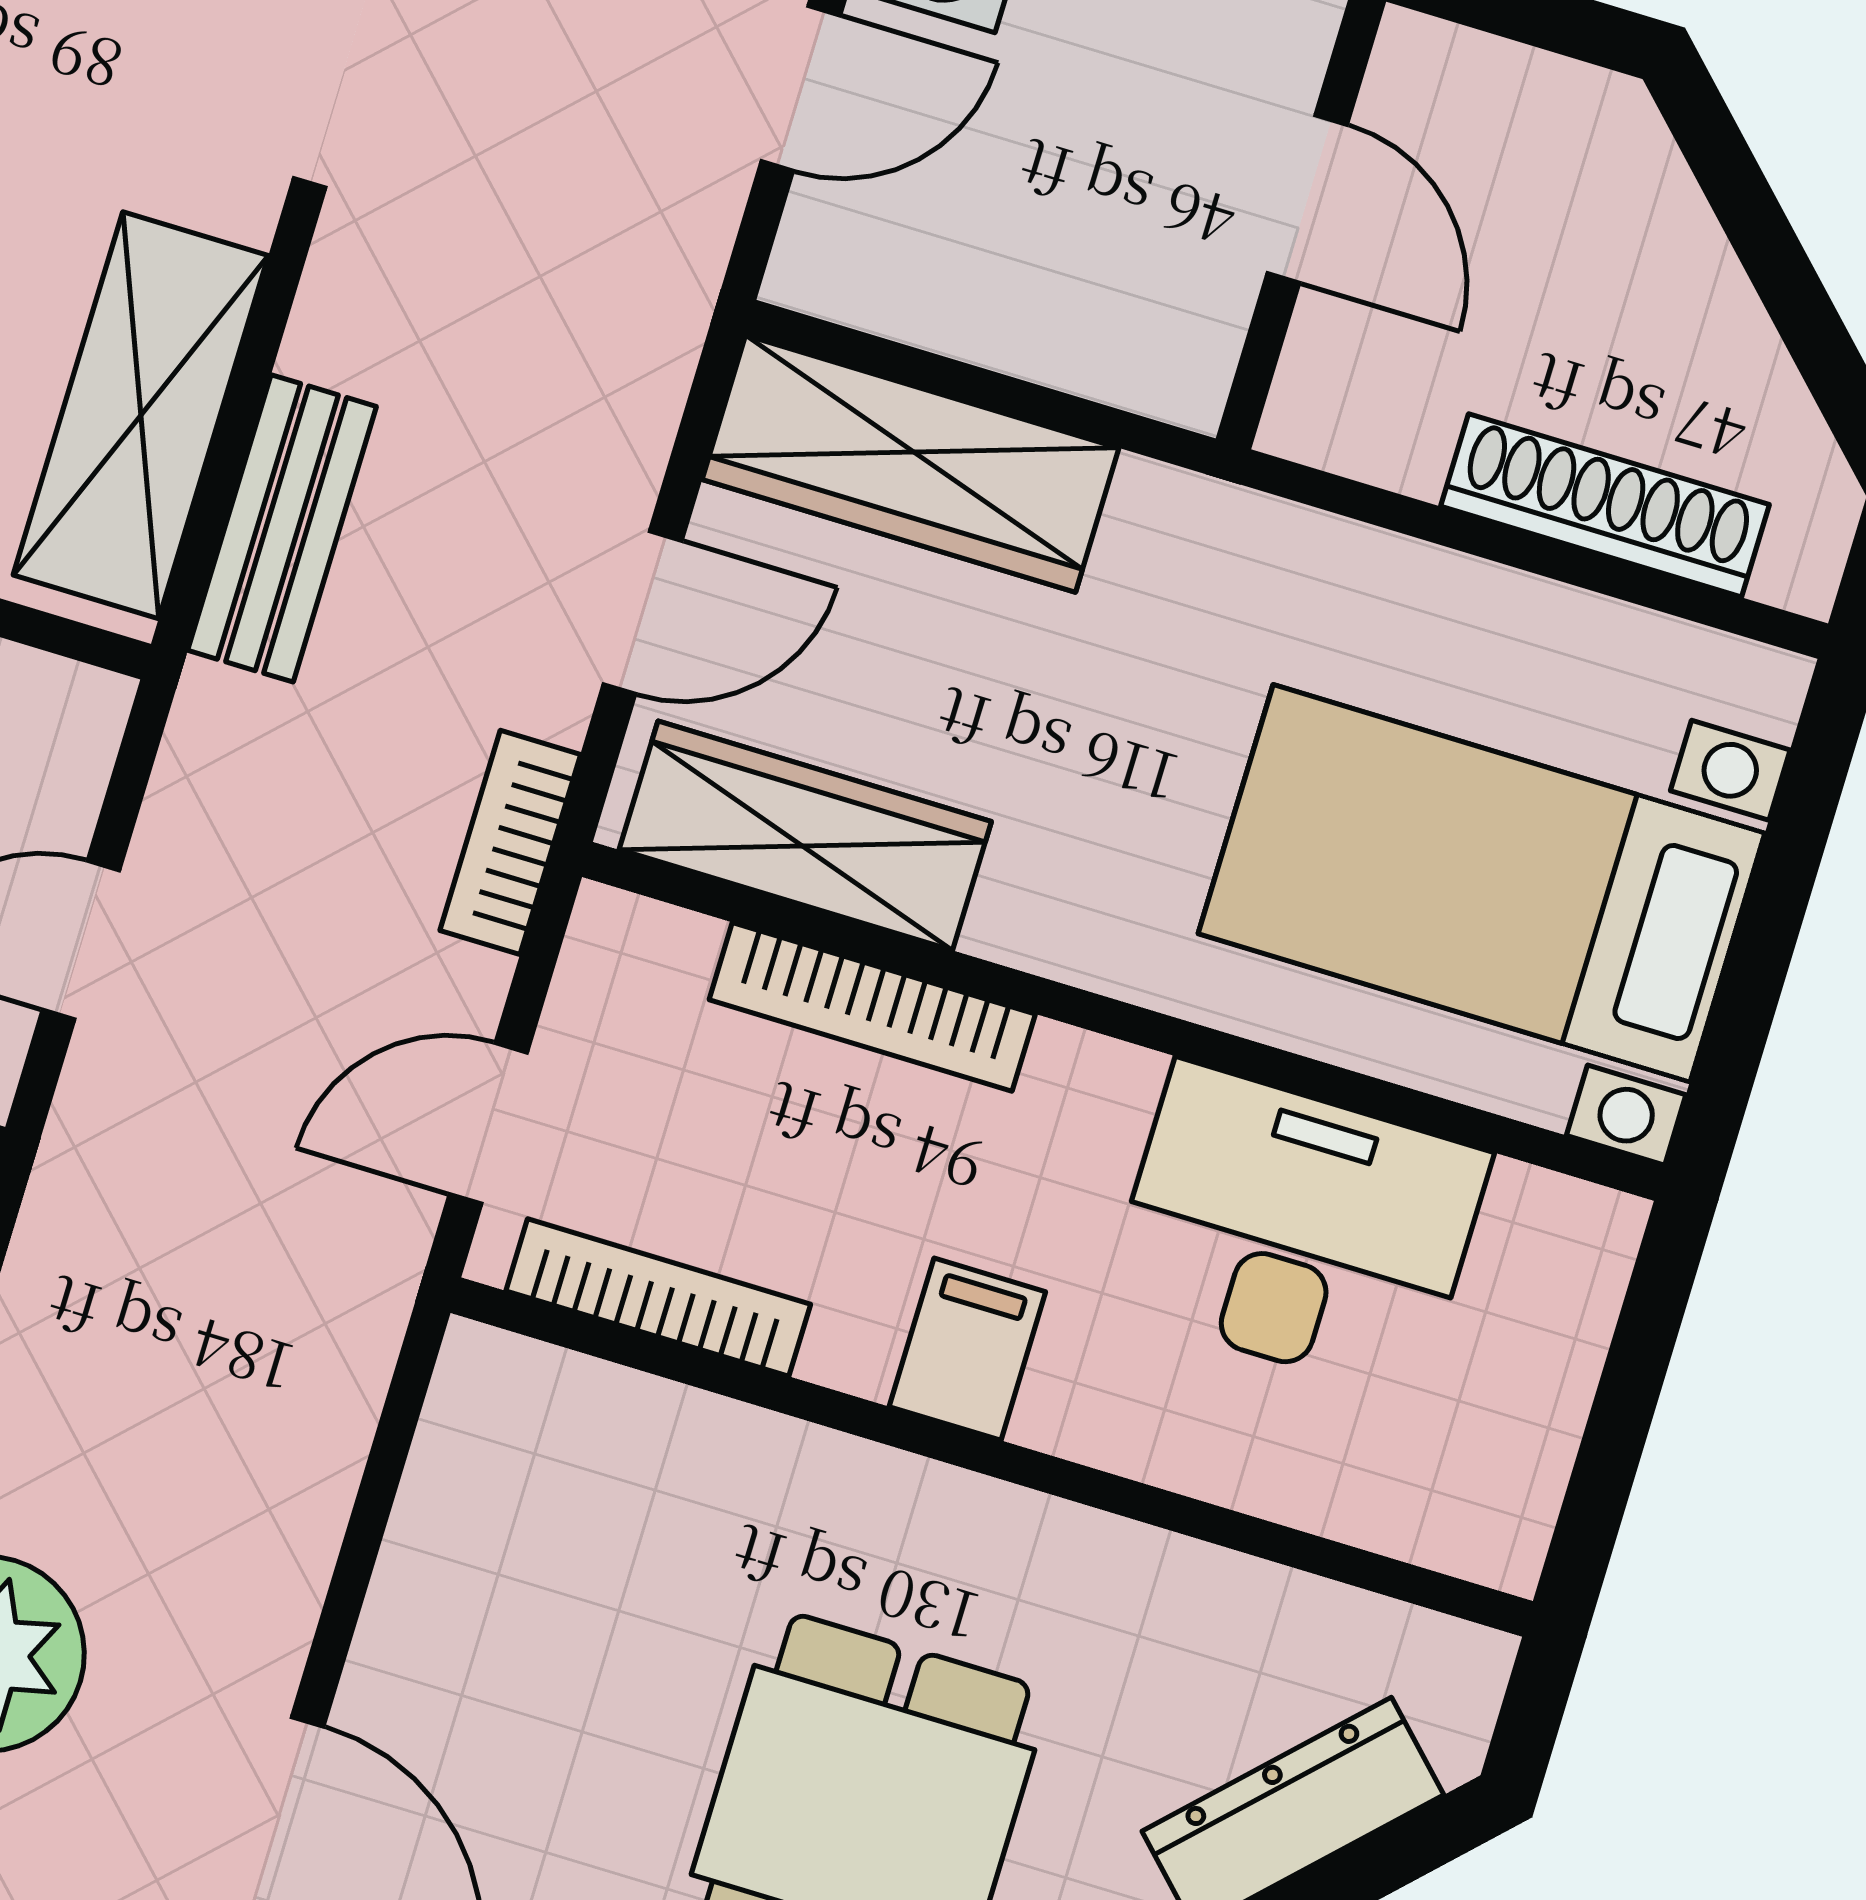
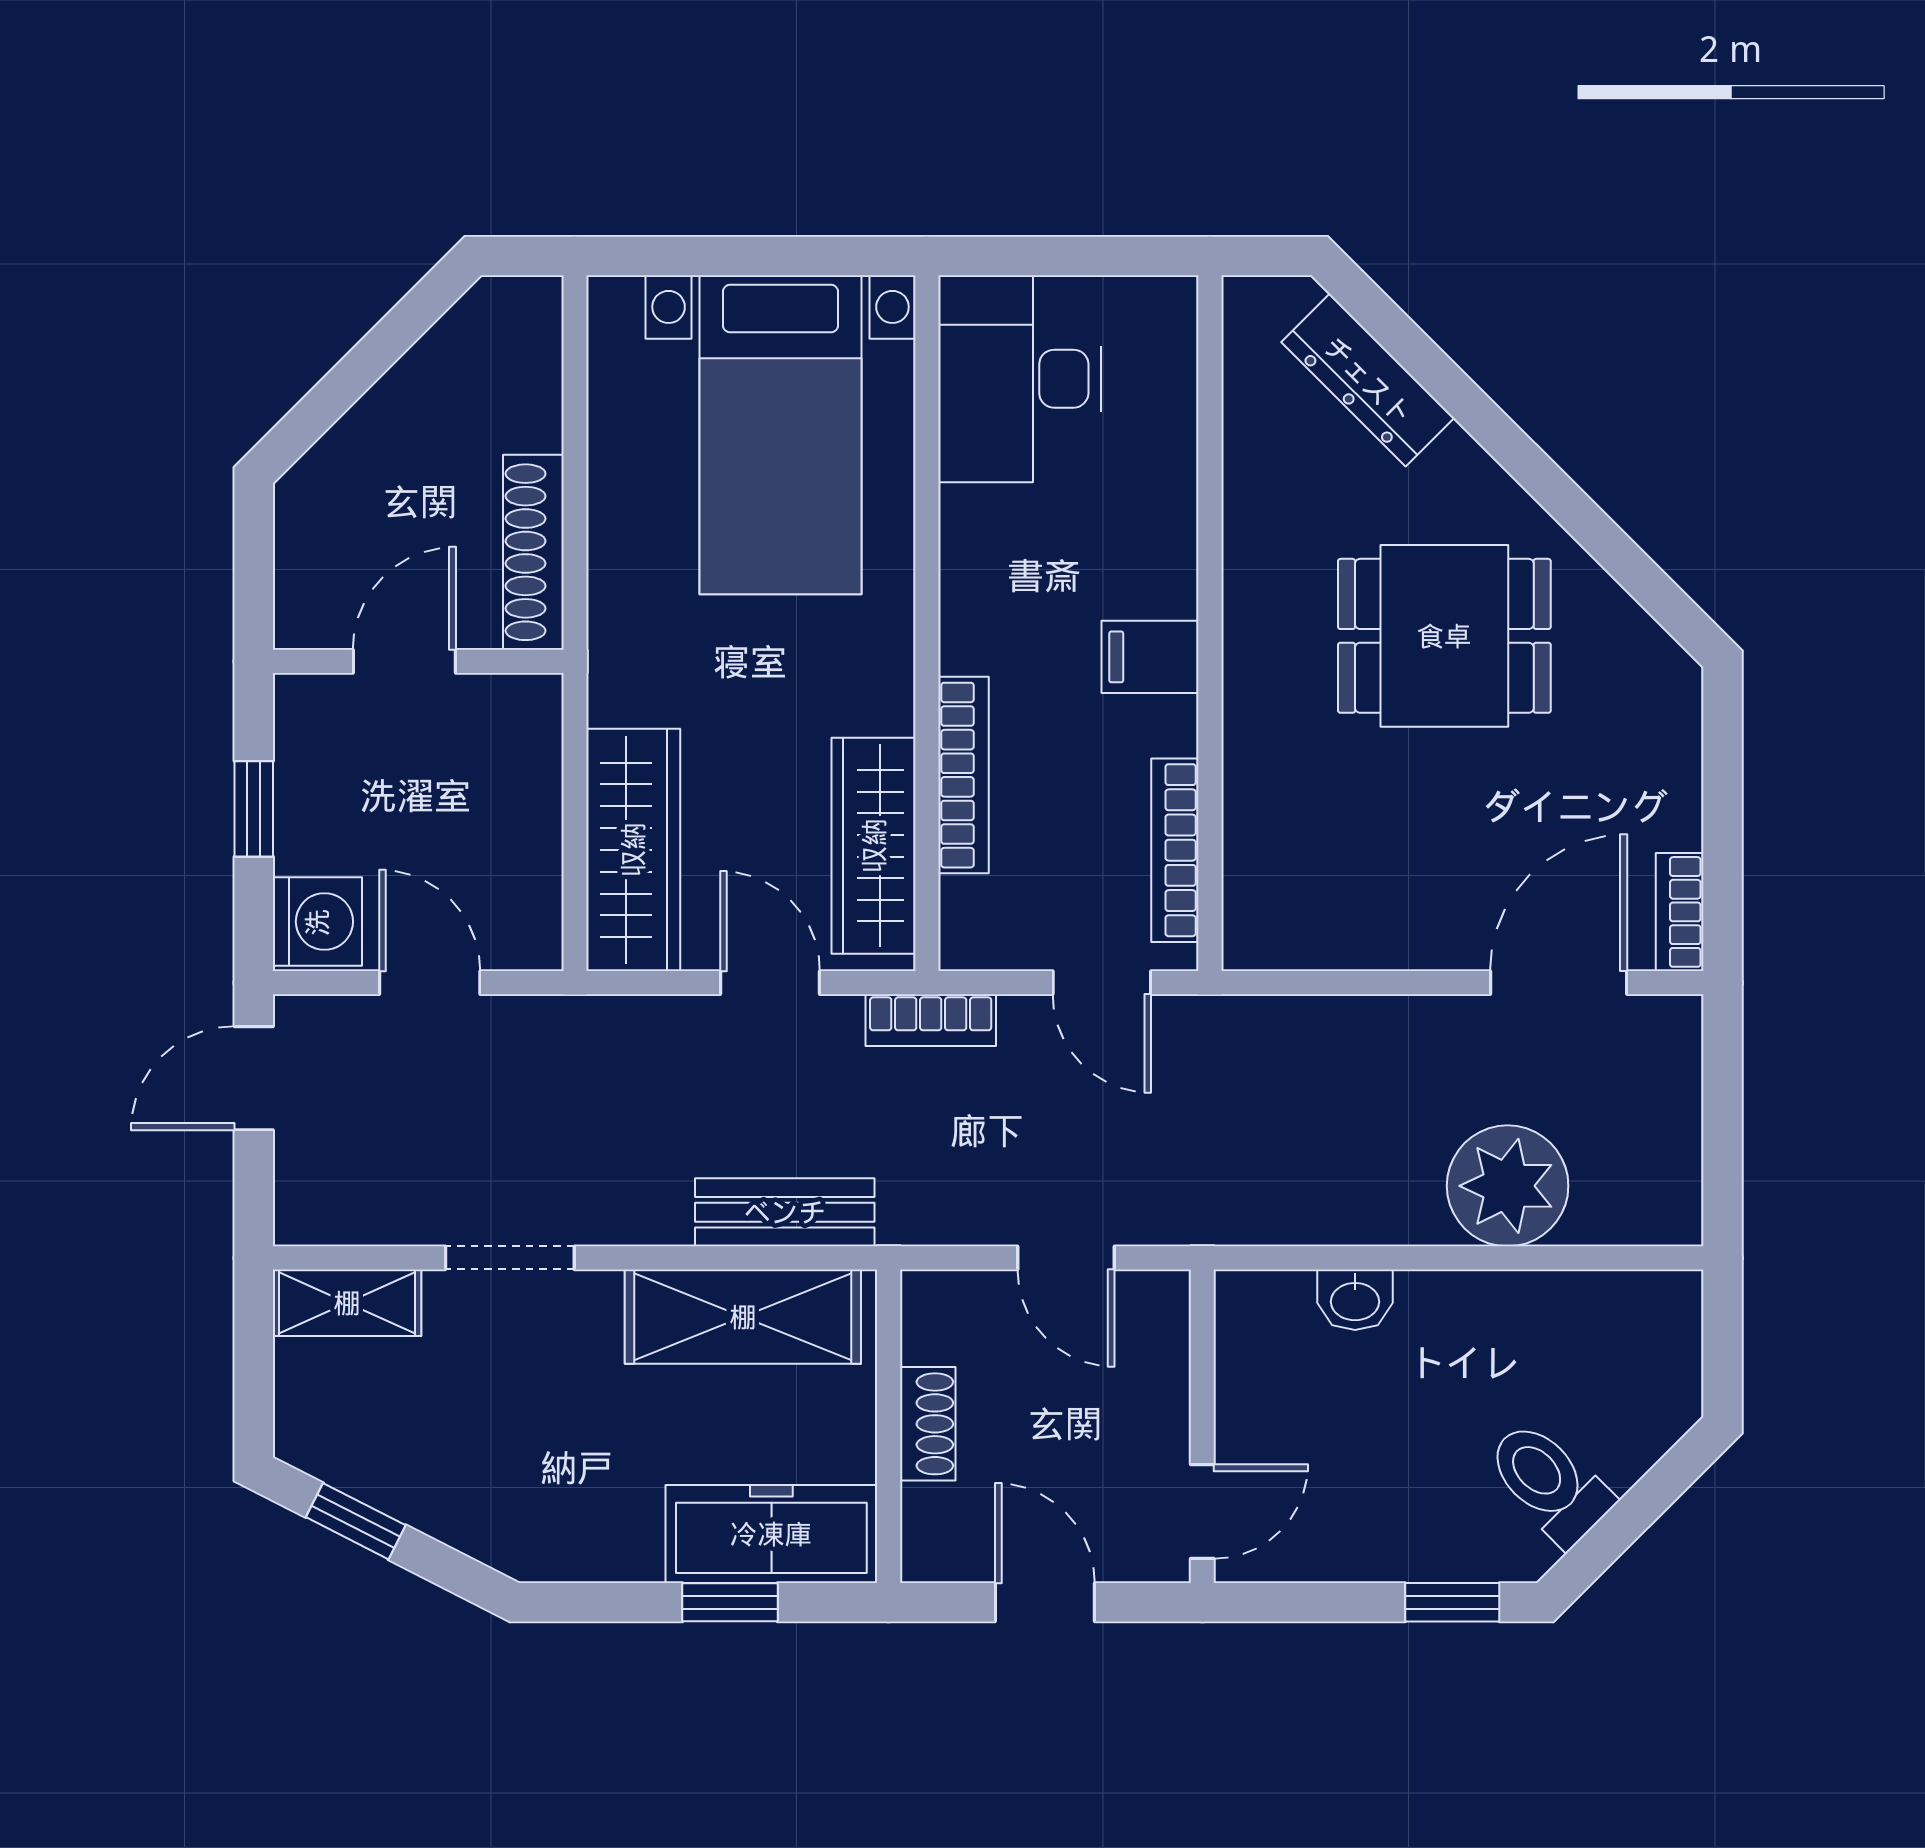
shoe rack: (1605, 505) -> (533, 552), moved
desk: (1297, 1230) -> (1020, 379), moved

